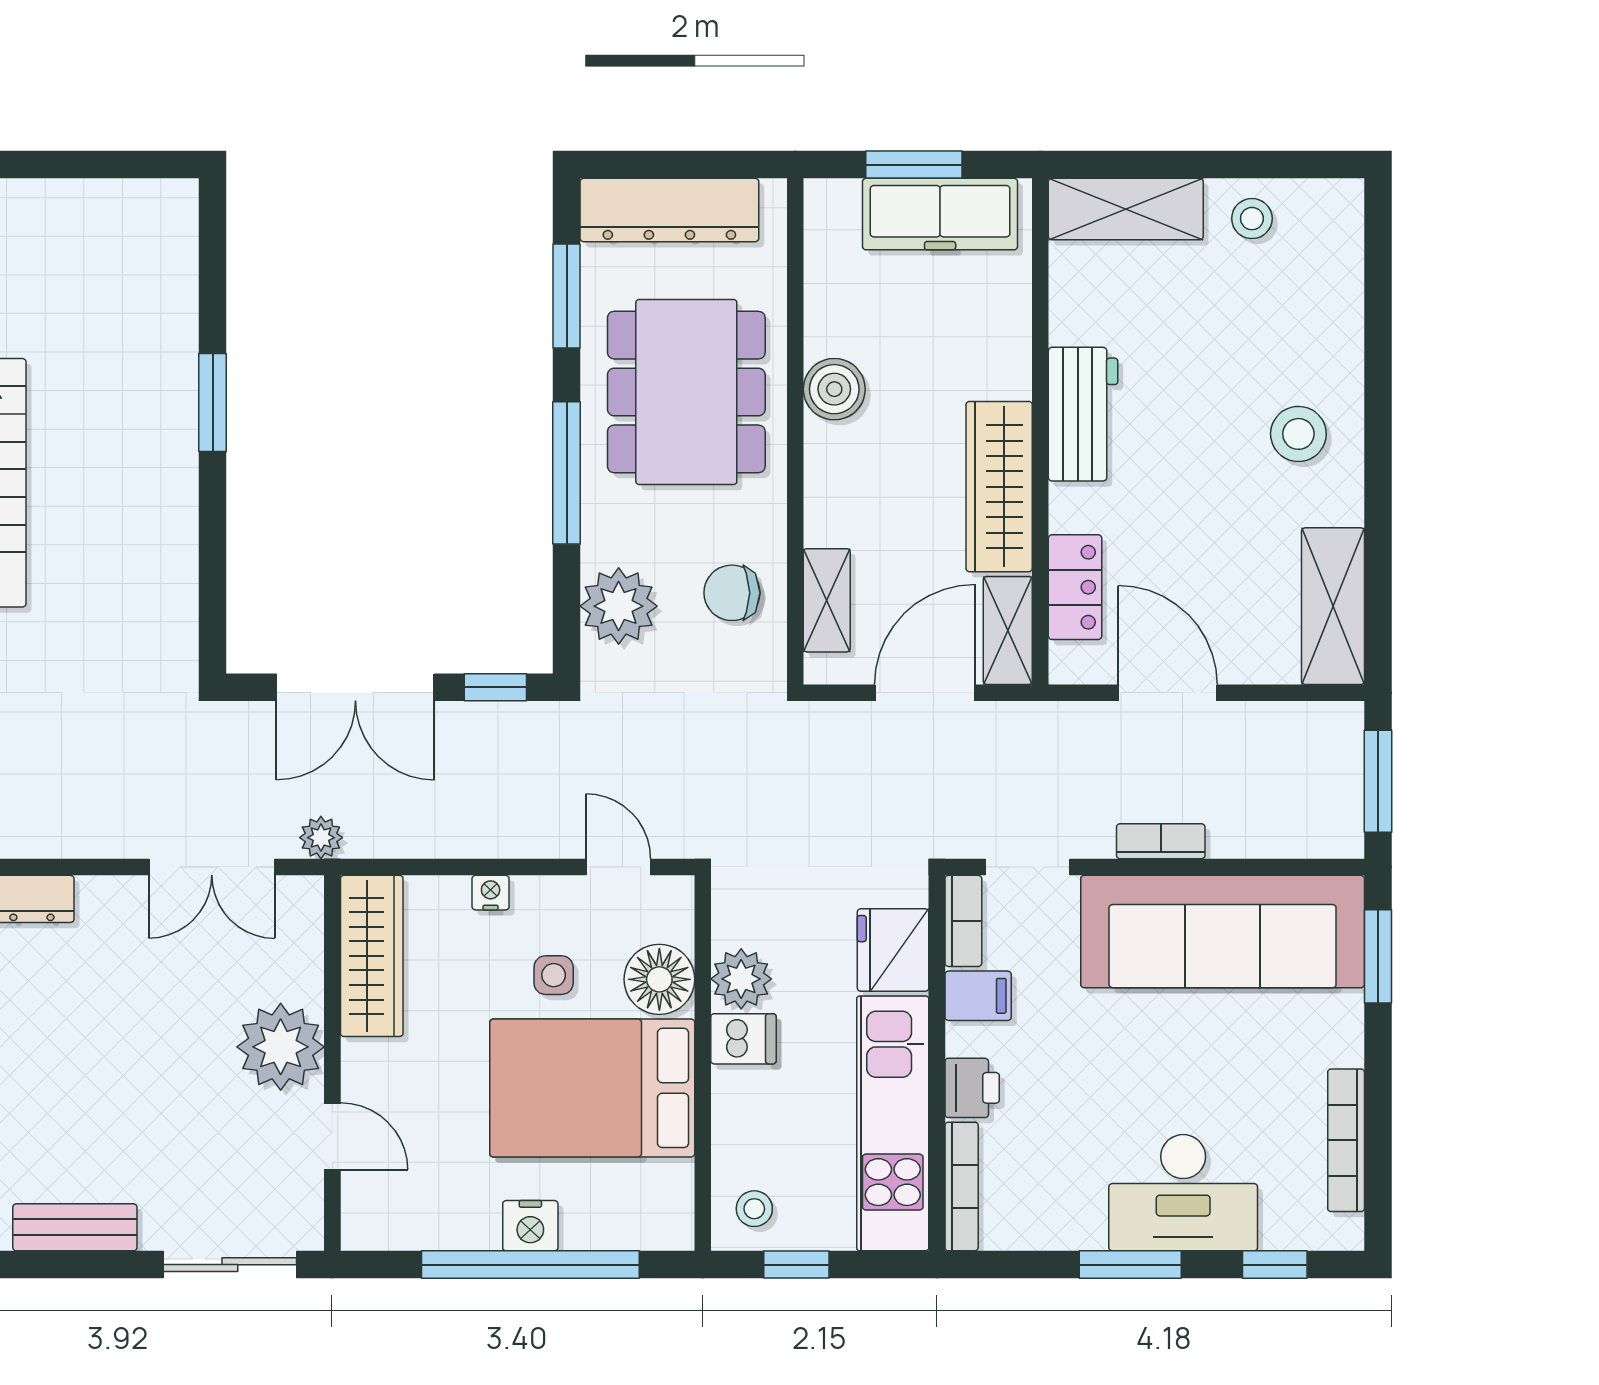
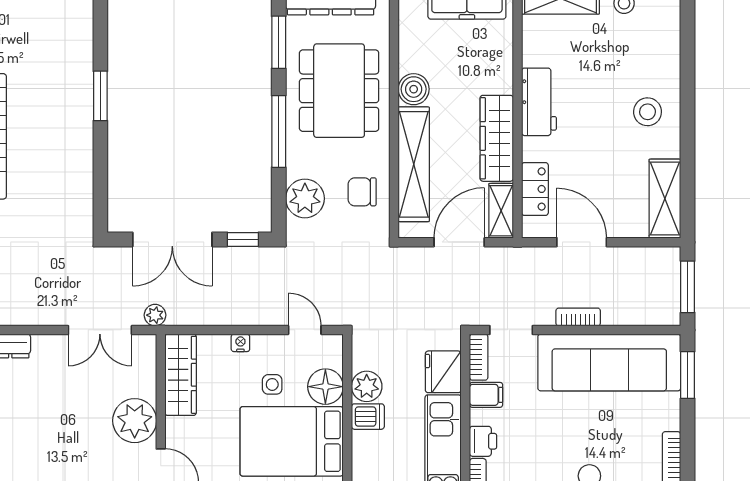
shelving: (827, 600) -> (414, 164), width x2.20, depth x1.33

